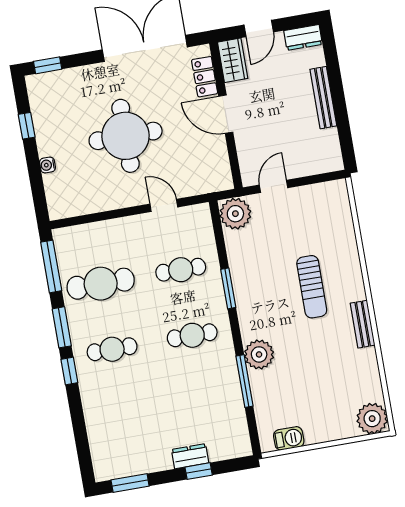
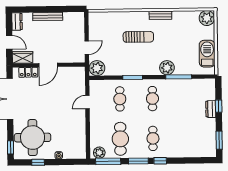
round table: (126, 136) -> (33, 138), moved
door: (274, 186) -> (87, 48), swing flipped
plant: (66, 246) -> (99, 153), added
barbecue: (289, 438) -> (207, 54), width x1.88, depth x1.53

